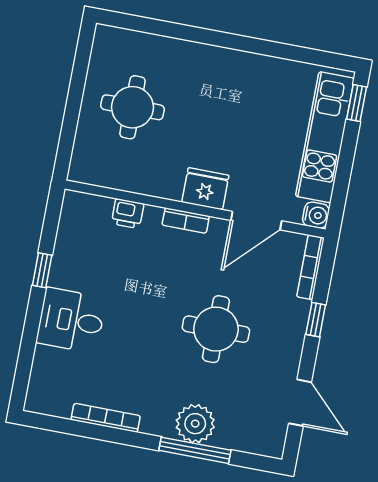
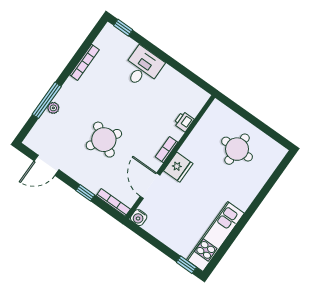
kitchen unit: (325, 137) -> (215, 237), moved, turned -90
window: (42, 270) -> (123, 28), moved
round table: (216, 329) -> (104, 140), turned 31
plant: (195, 424) -> (53, 108), width x0.53, depth x0.53

